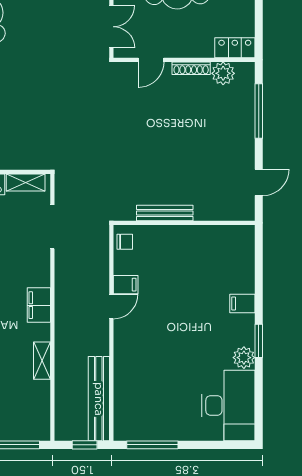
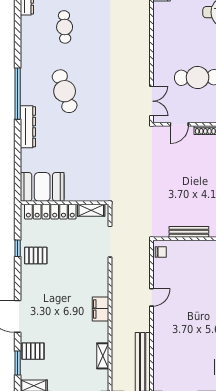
filing cabinet: (126, 285) -> (161, 282), removed
filing cabinet: (39, 305) -> (101, 309), moved
shelving: (42, 361) -> (103, 356), moved

